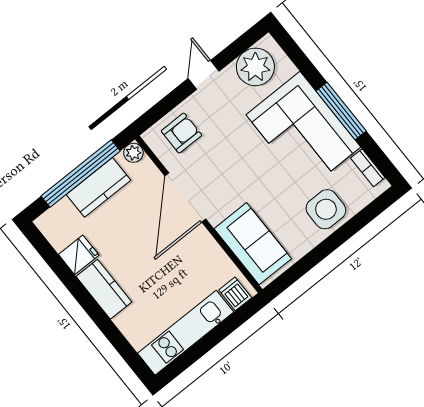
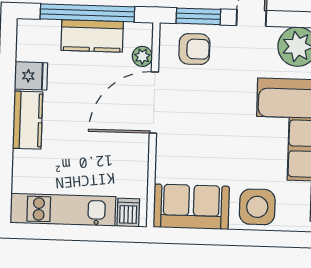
window: (164, 107) -> (198, 16), added
plant: (133, 153) -> (142, 56), moved
sofa: (253, 244) -> (191, 207), moved, turned -90

